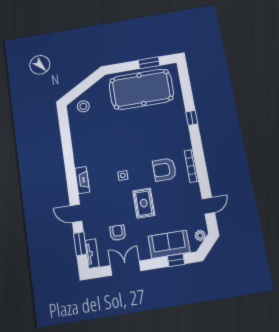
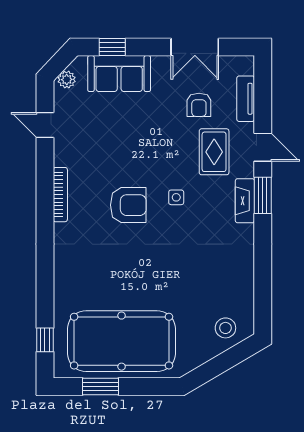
window: (192, 118) -> (45, 340), moved
armchair: (165, 170) -> (128, 205), moved
rug: (144, 203) -> (214, 152), moved
door: (208, 206) -> (45, 125), hinge flipped
window: (80, 244) -> (263, 195), moved
tv unit: (92, 254) -> (246, 99), moved

